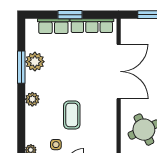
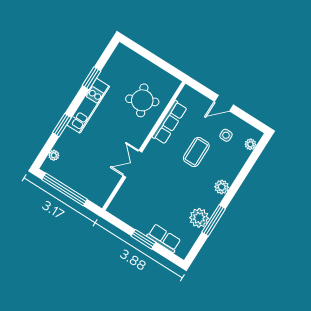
row of seats: (92, 26) -> (170, 122), moved, turned 90
double door: (119, 71) -> (132, 164), width x0.54

